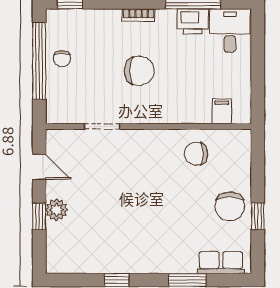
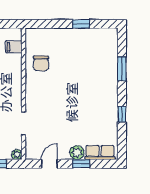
plant: (53, 116) -> (17, 155), added
chair: (230, 206) -> (75, 42), removed
row of seats: (221, 263) -> (100, 152), moved, turned 90

